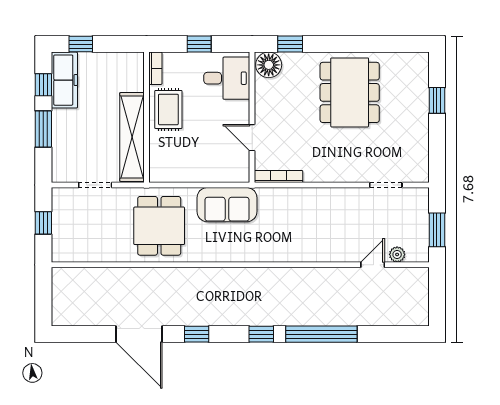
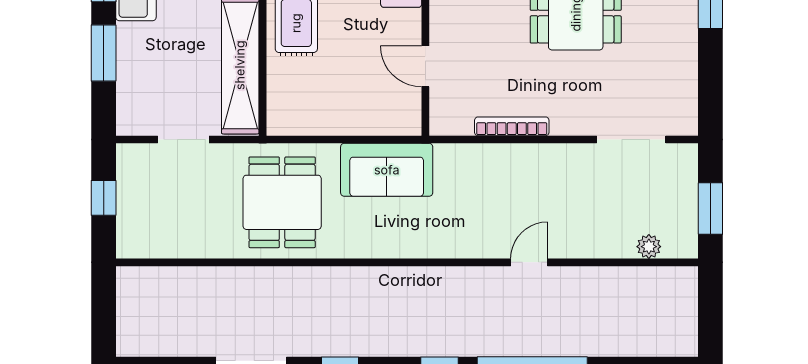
bookcase: (279, 177) -> (512, 126), moved
doorway: (386, 185) -> (631, 140), width x1.38
door: (373, 265) -> (529, 262), moved

